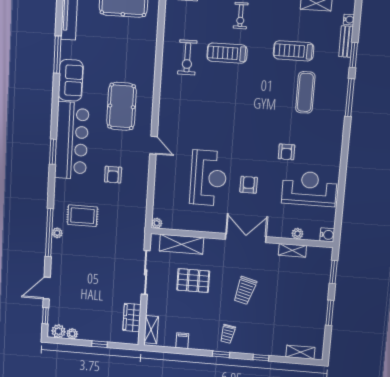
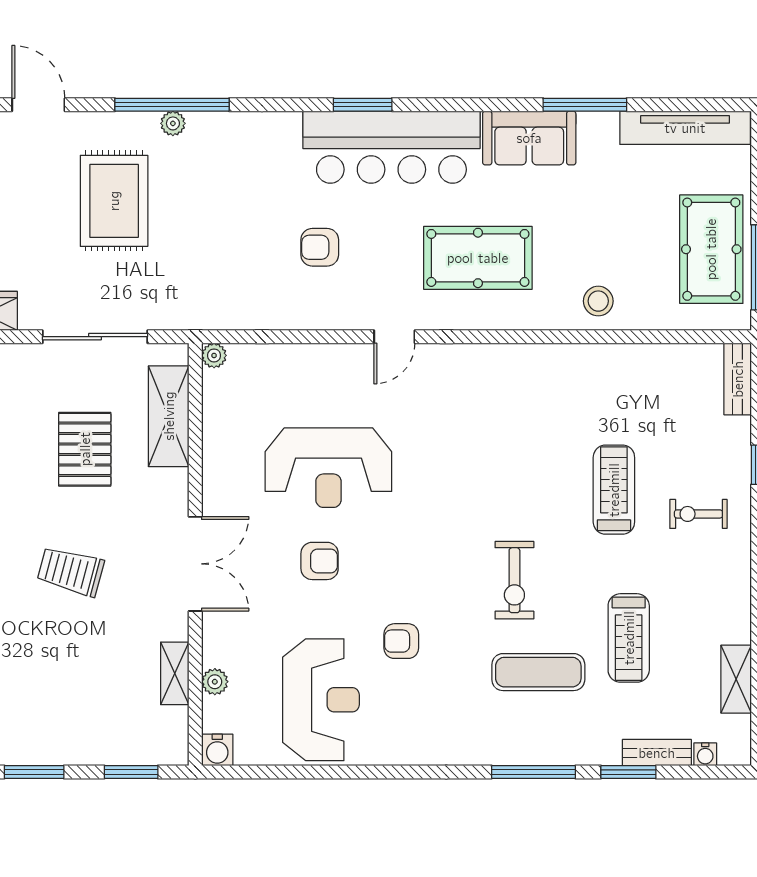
treadmill: (294, 51) -> (629, 638), turned 180
stool: (143, 55) -> (598, 301), added
exercise bike: (187, 57) -> (514, 580), moved, turned -90
rug: (82, 216) -> (114, 201), moved, width x1.36, depth x1.43

